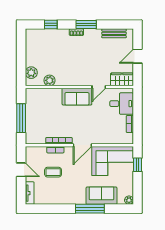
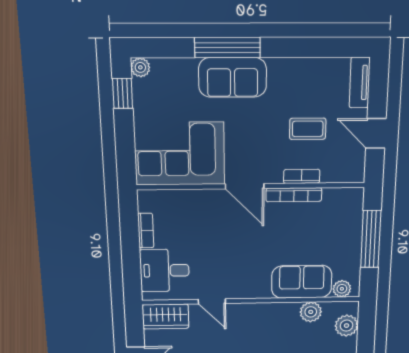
door: (99, 87) -> (212, 301), swing flipped
plant: (34, 93) -> (342, 289), added
sofa: (77, 97) -> (302, 282), moved
door: (82, 145) -> (245, 186), swing flipped
window: (138, 165) -> (123, 93), moved
sofa: (102, 196) -> (233, 77), moved

